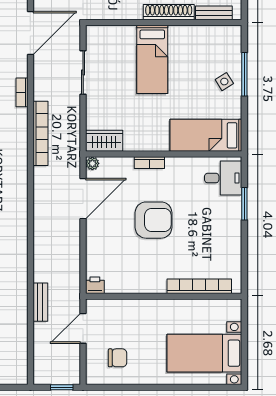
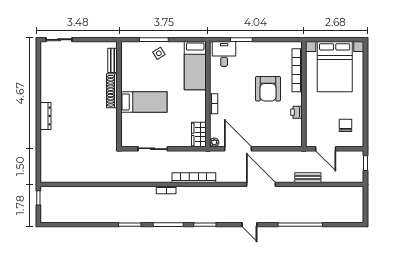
door: (30, 33) -> (261, 184), moved
armchair: (154, 220) -> (268, 89), moved, turned 180
printer: (95, 285) -> (296, 112), moved
bed with nightstands: (204, 353) -> (335, 67), width x1.36

